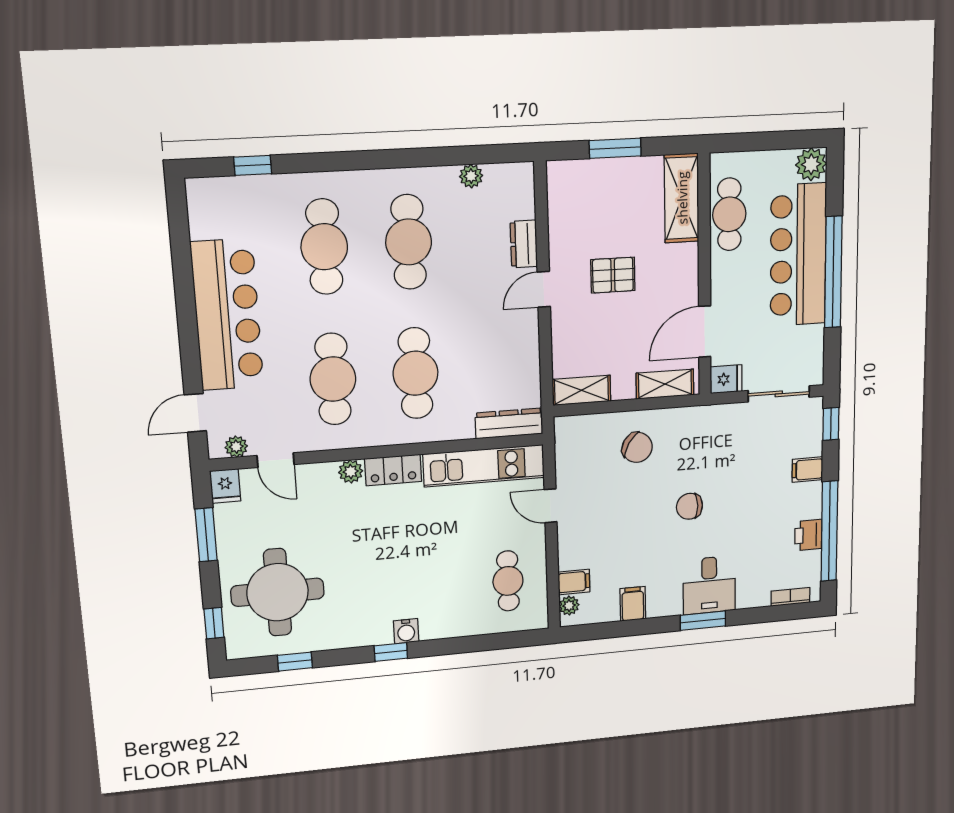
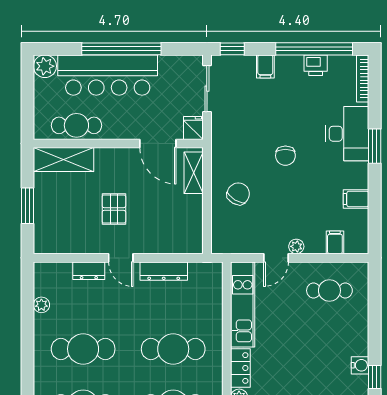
shelving: (582, 390) -> (194, 233), removed
dresser: (509, 423) -> (164, 271), moved, turned -90
desk: (709, 585) -> (347, 134), width x1.37
bookcase: (790, 597) -> (363, 79), width x1.56
plant: (569, 606) -> (296, 246), moved

